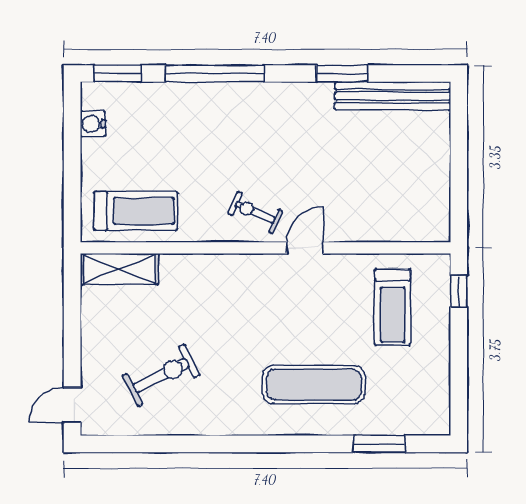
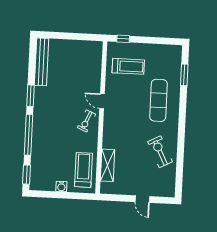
window: (342, 74) -> (31, 96), moved
water cooler: (93, 124) -> (61, 186), moved
shelving: (119, 269) -> (108, 165), moved
exercise bike: (161, 375) -> (160, 152), moved
door: (72, 405) -> (142, 199), moved

